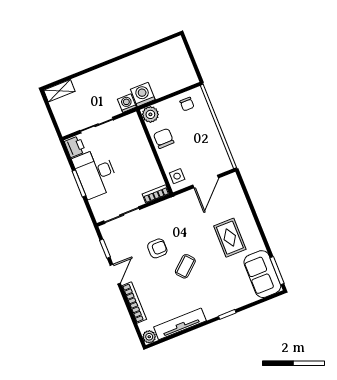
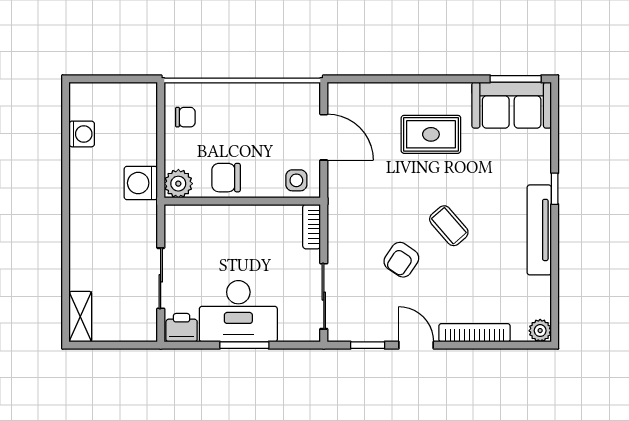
washing machine: (127, 103) -> (82, 134), moved, turned 180
armchair: (157, 248) -> (401, 260), turned -146
tv unit: (180, 324) -> (539, 230), moved

